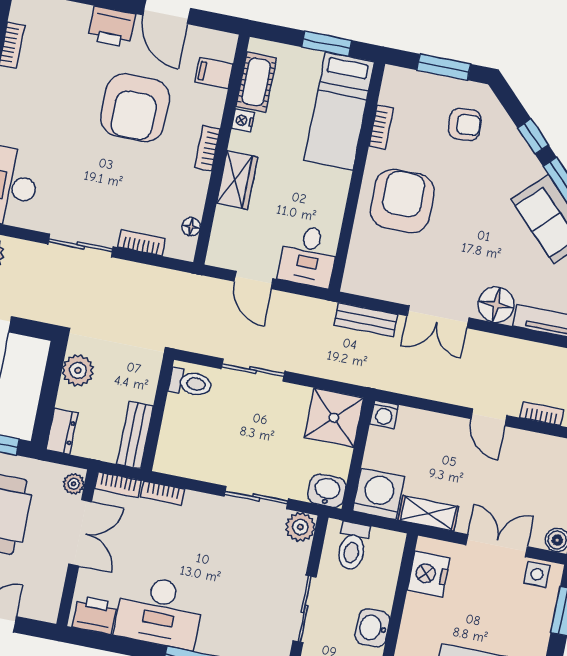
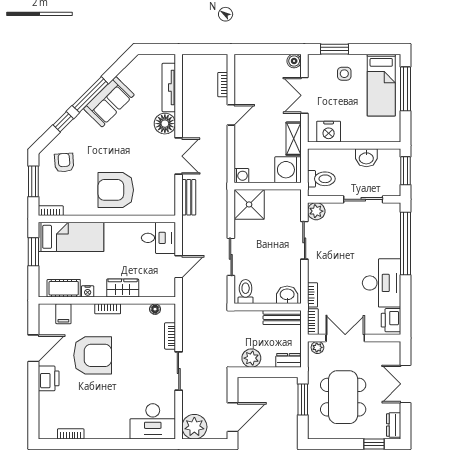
bookcase: (381, 127) -> (51, 211), moved
washbasin: (327, 491) -> (287, 295), moved, turned 90
side table: (537, 574) -> (344, 74), moved

